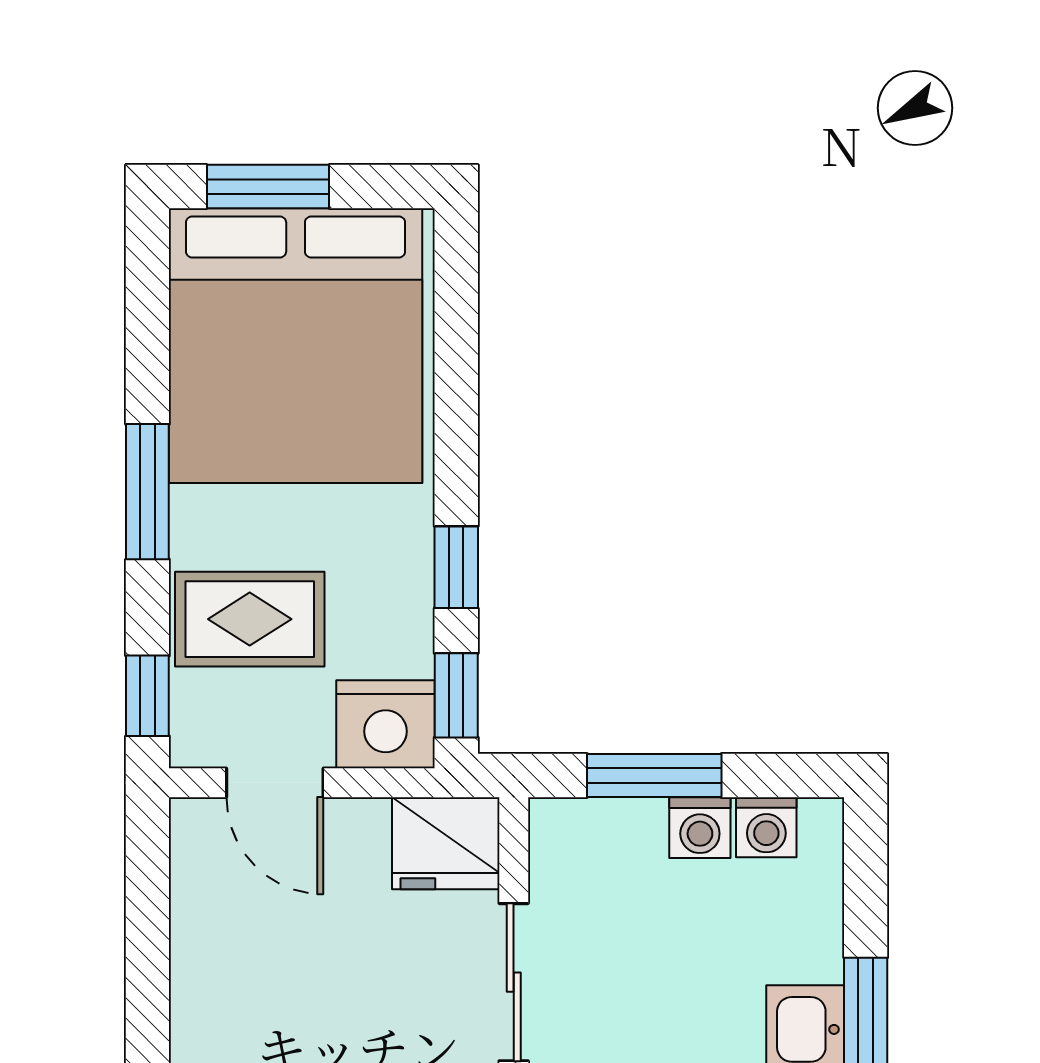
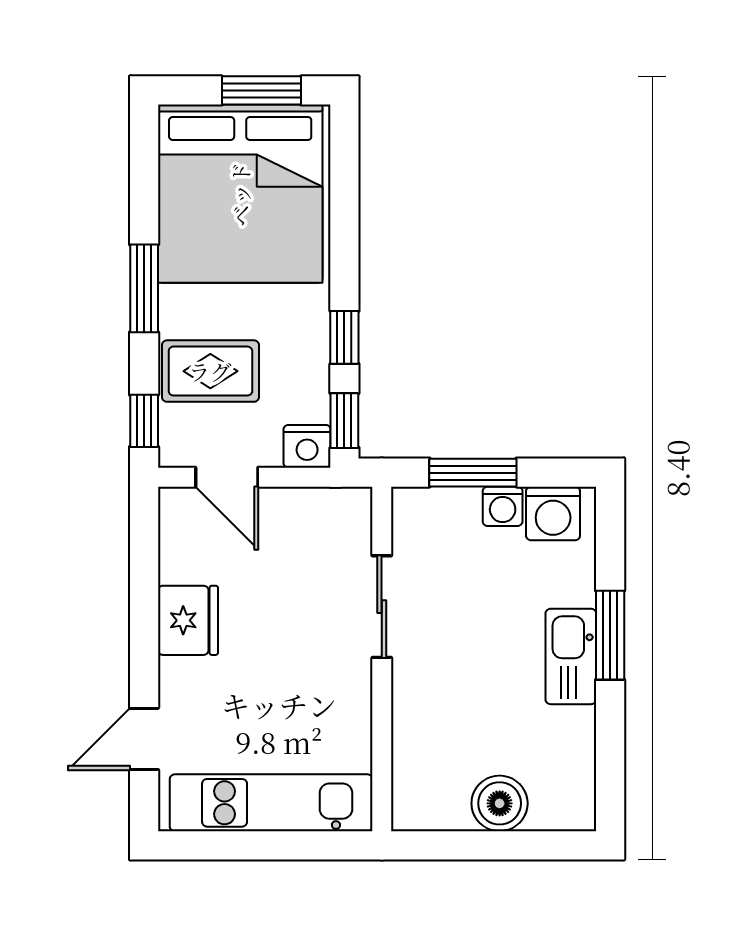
window: (268, 187) -> (261, 90), moved
nightstand: (386, 724) -> (307, 446), width x0.74, depth x0.75
washing machine: (766, 827) -> (553, 513), width x1.38, depth x1.38
fridge: (446, 843) -> (188, 620), moved, turned -90

